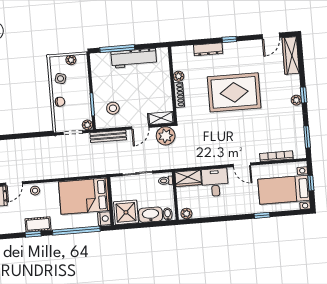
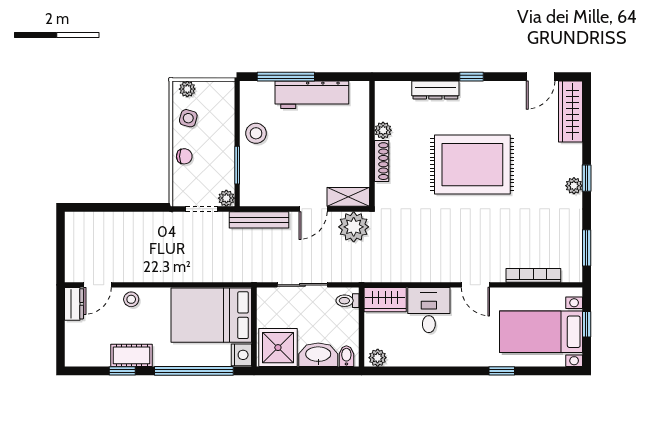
plant: (71, 60) -> (187, 89), moved
stool: (113, 108) -> (256, 133), moved

